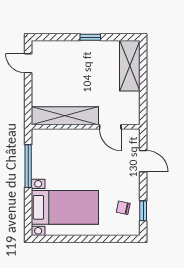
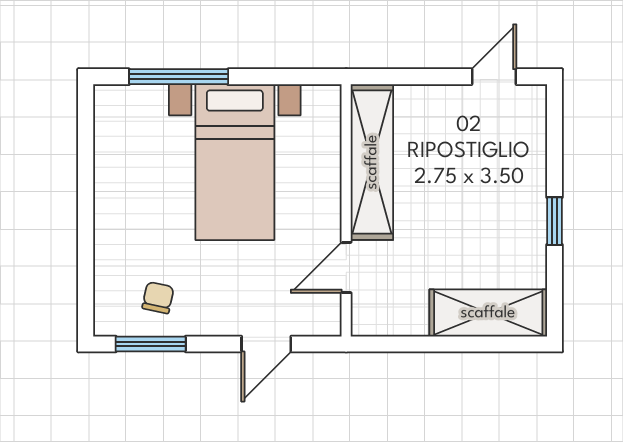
window: (28, 166) -> (179, 77), moved
bed with nightstands: (65, 207) -> (235, 162), moved
window: (143, 211) -> (151, 344), width x1.50

